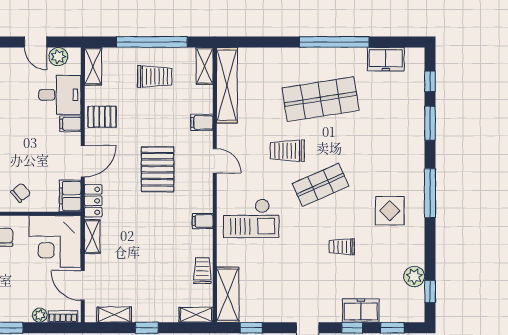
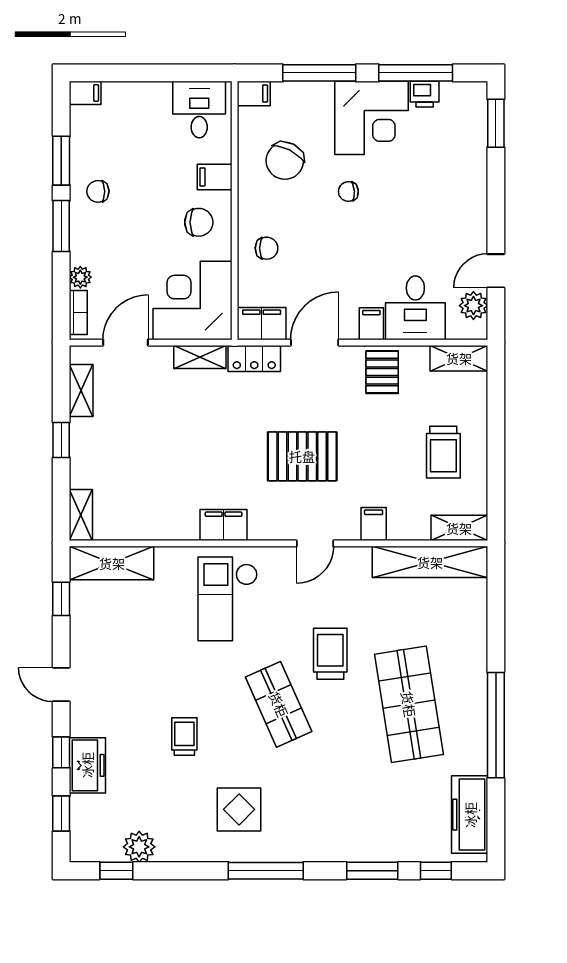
window: (152, 42) -> (496, 448), removed
freezer: (386, 59) -> (470, 815), width x1.40
door: (83, 161) -> (315, 343), swing flipped
chair: (21, 193) -> (267, 248), turned -50
filing cabinet: (203, 221) -> (224, 525), width x2.00
trolley: (202, 271) -> (148, 525), removed

